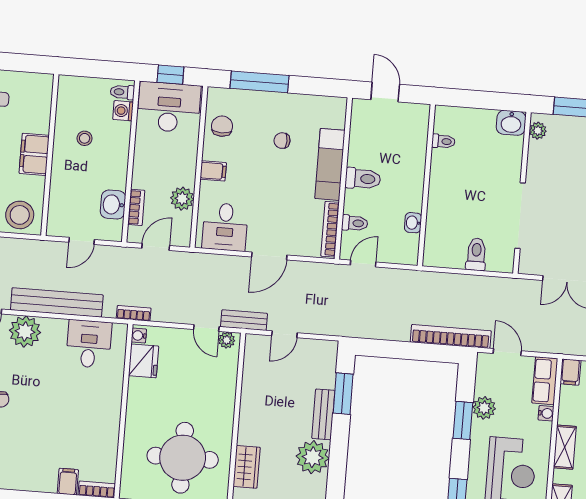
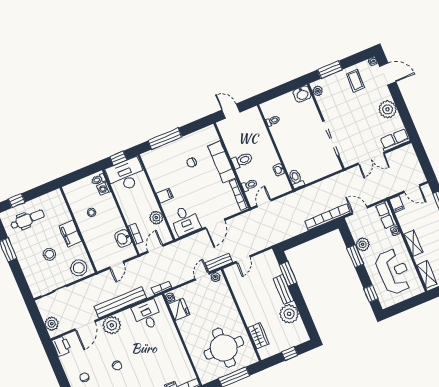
chair: (222, 126) -> (158, 171), removed
toilet: (476, 254) -> (296, 179), moved
door: (206, 328) -> (202, 276), swing flipped

